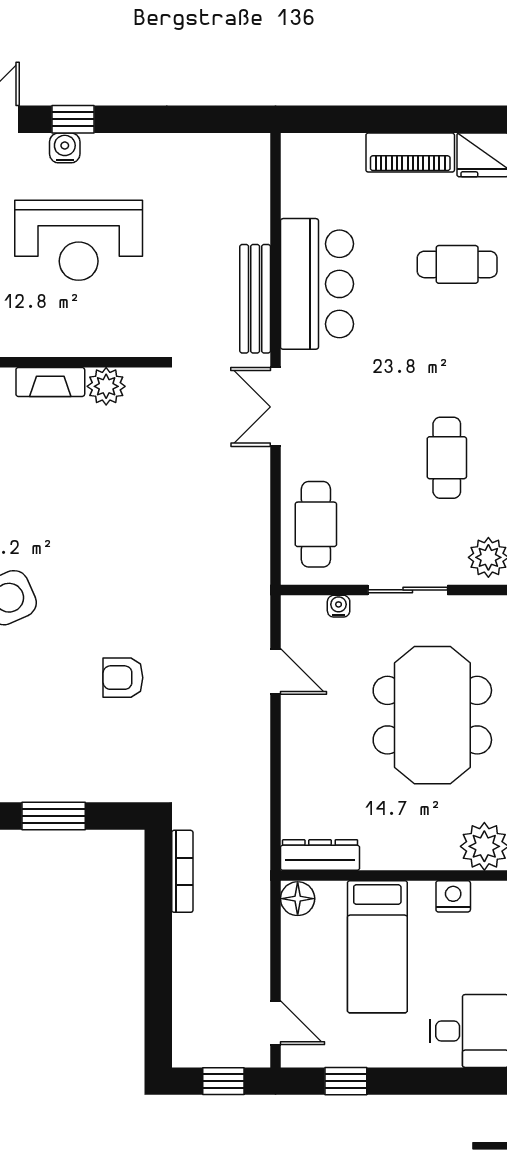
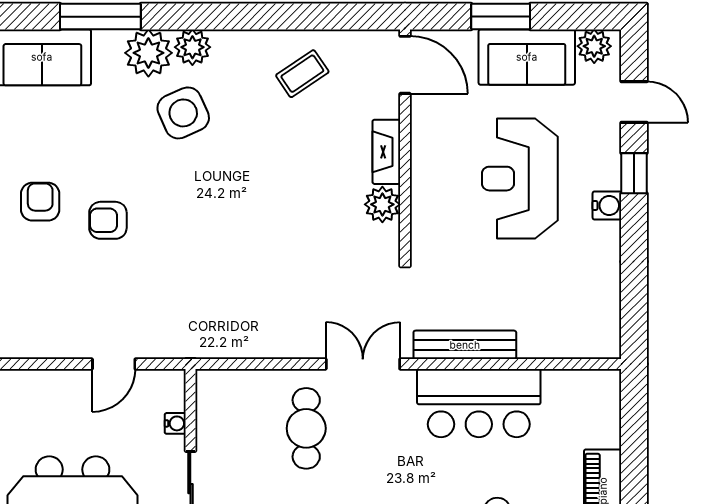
water cooler: (65, 148) -> (607, 205), moved
cafe table: (316, 524) -> (306, 428), moved, turned 90
armchair: (123, 678) -> (108, 220), turned -90
armchair: (103, 750) -> (40, 202), added

